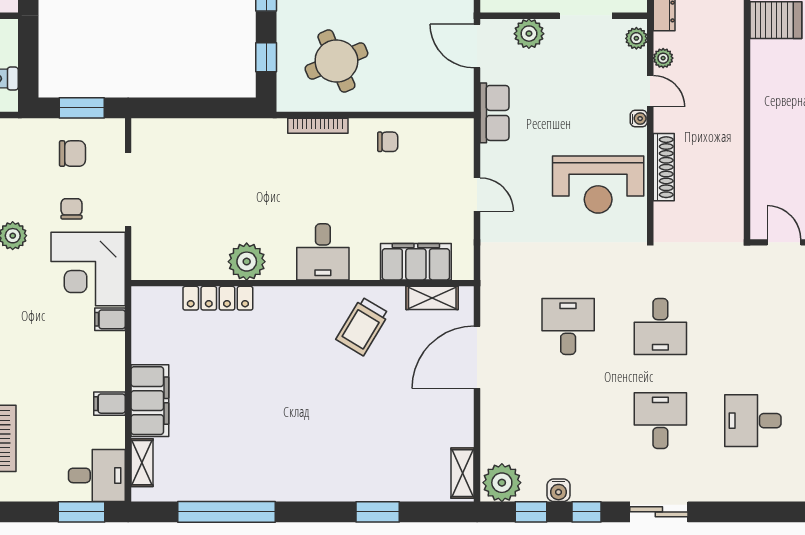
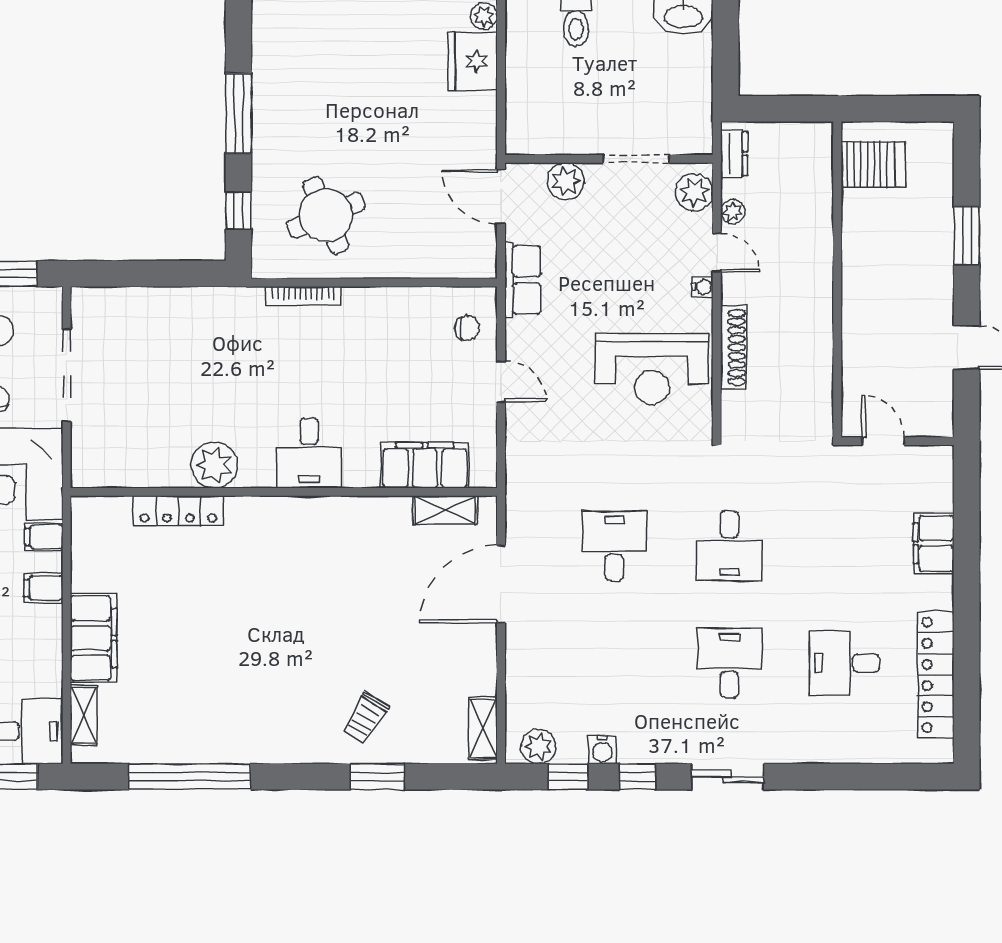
plant: (636, 38) -> (694, 192), width x1.38, depth x1.38
chair: (388, 142) -> (467, 328), moved
trolley: (362, 326) -> (365, 718), moved, width x0.73, depth x0.72
filing cabinet: (109, 404) -> (43, 588), moved
plant: (502, 483) -> (538, 747), width x0.73, depth x0.73

